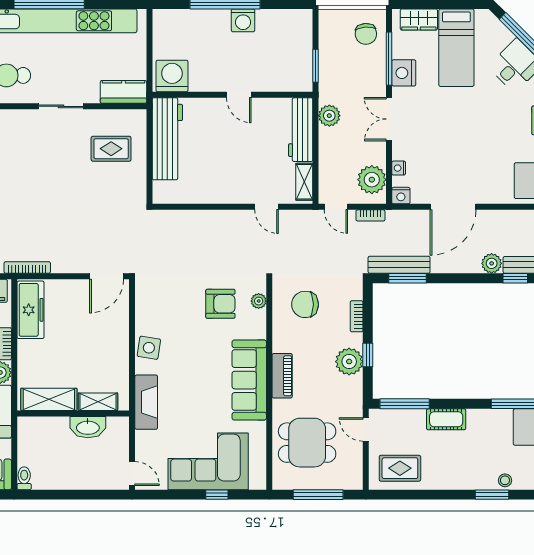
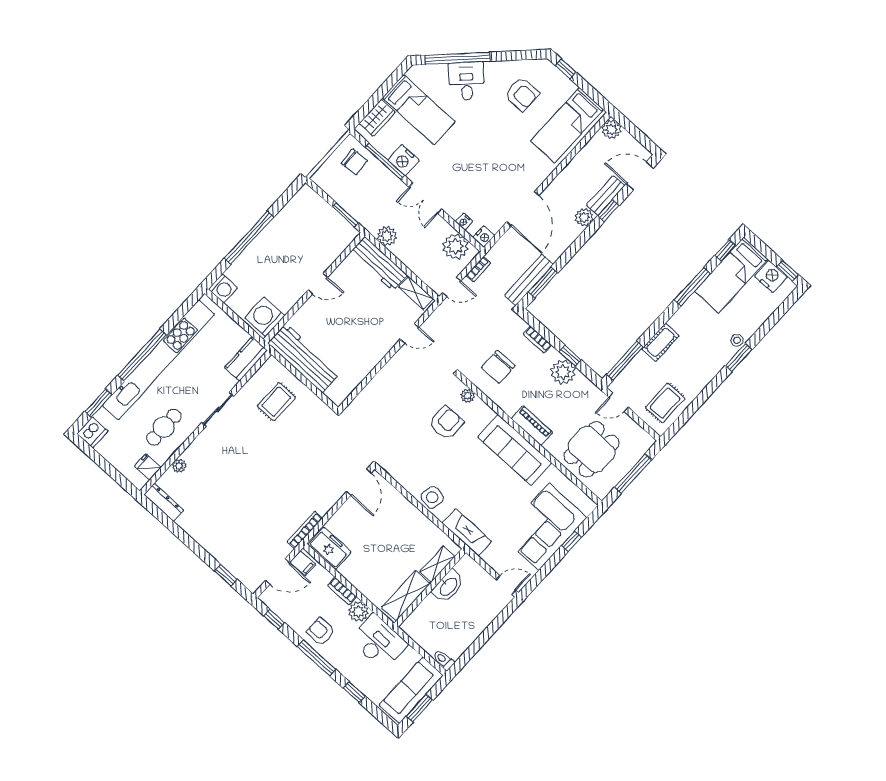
washing machine: (243, 20) -> (223, 288), moved
freezer: (31, 310) -> (329, 548), width x0.71

